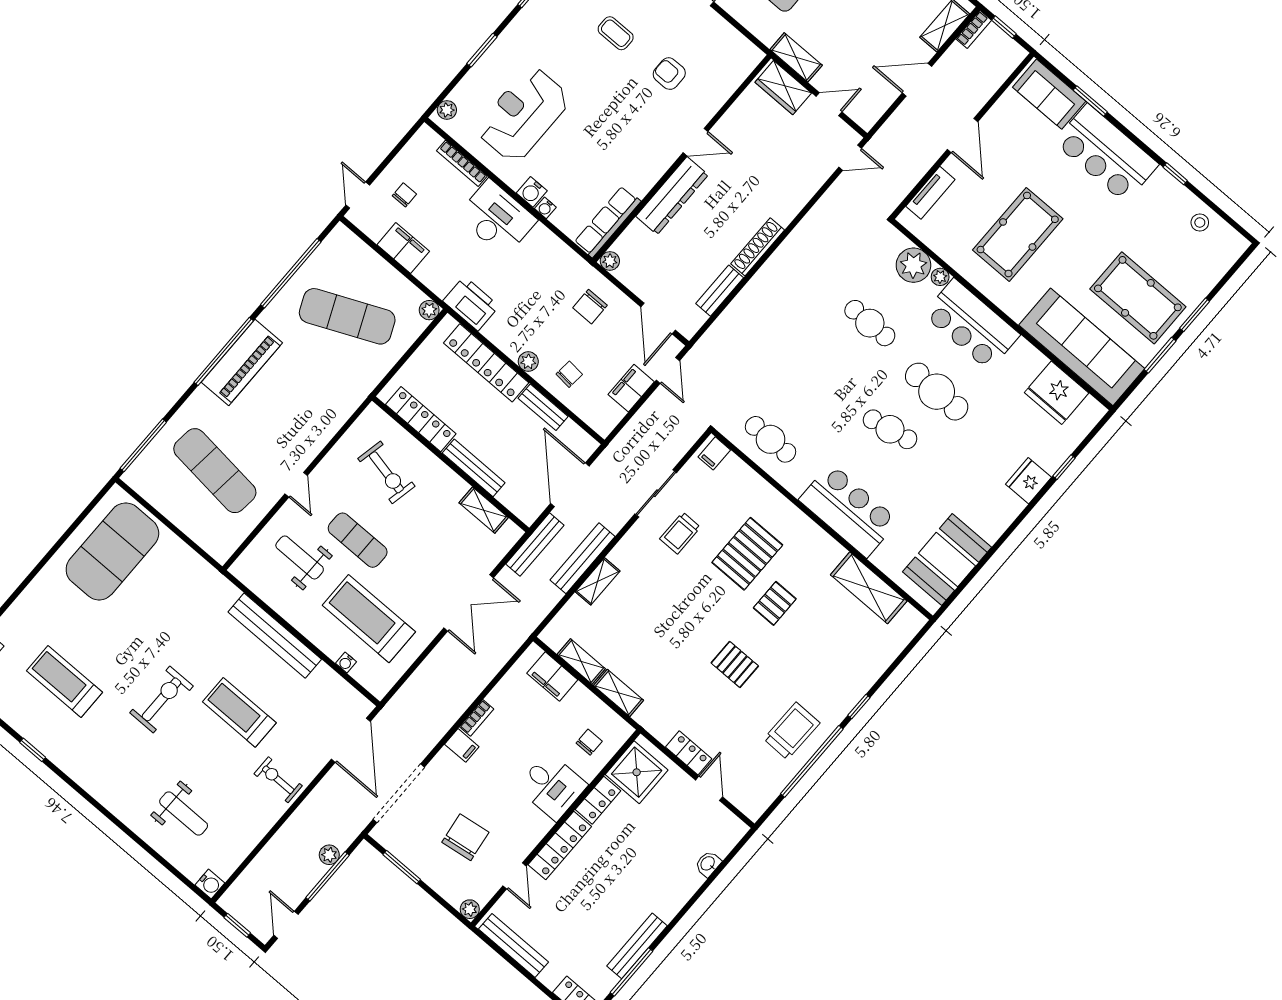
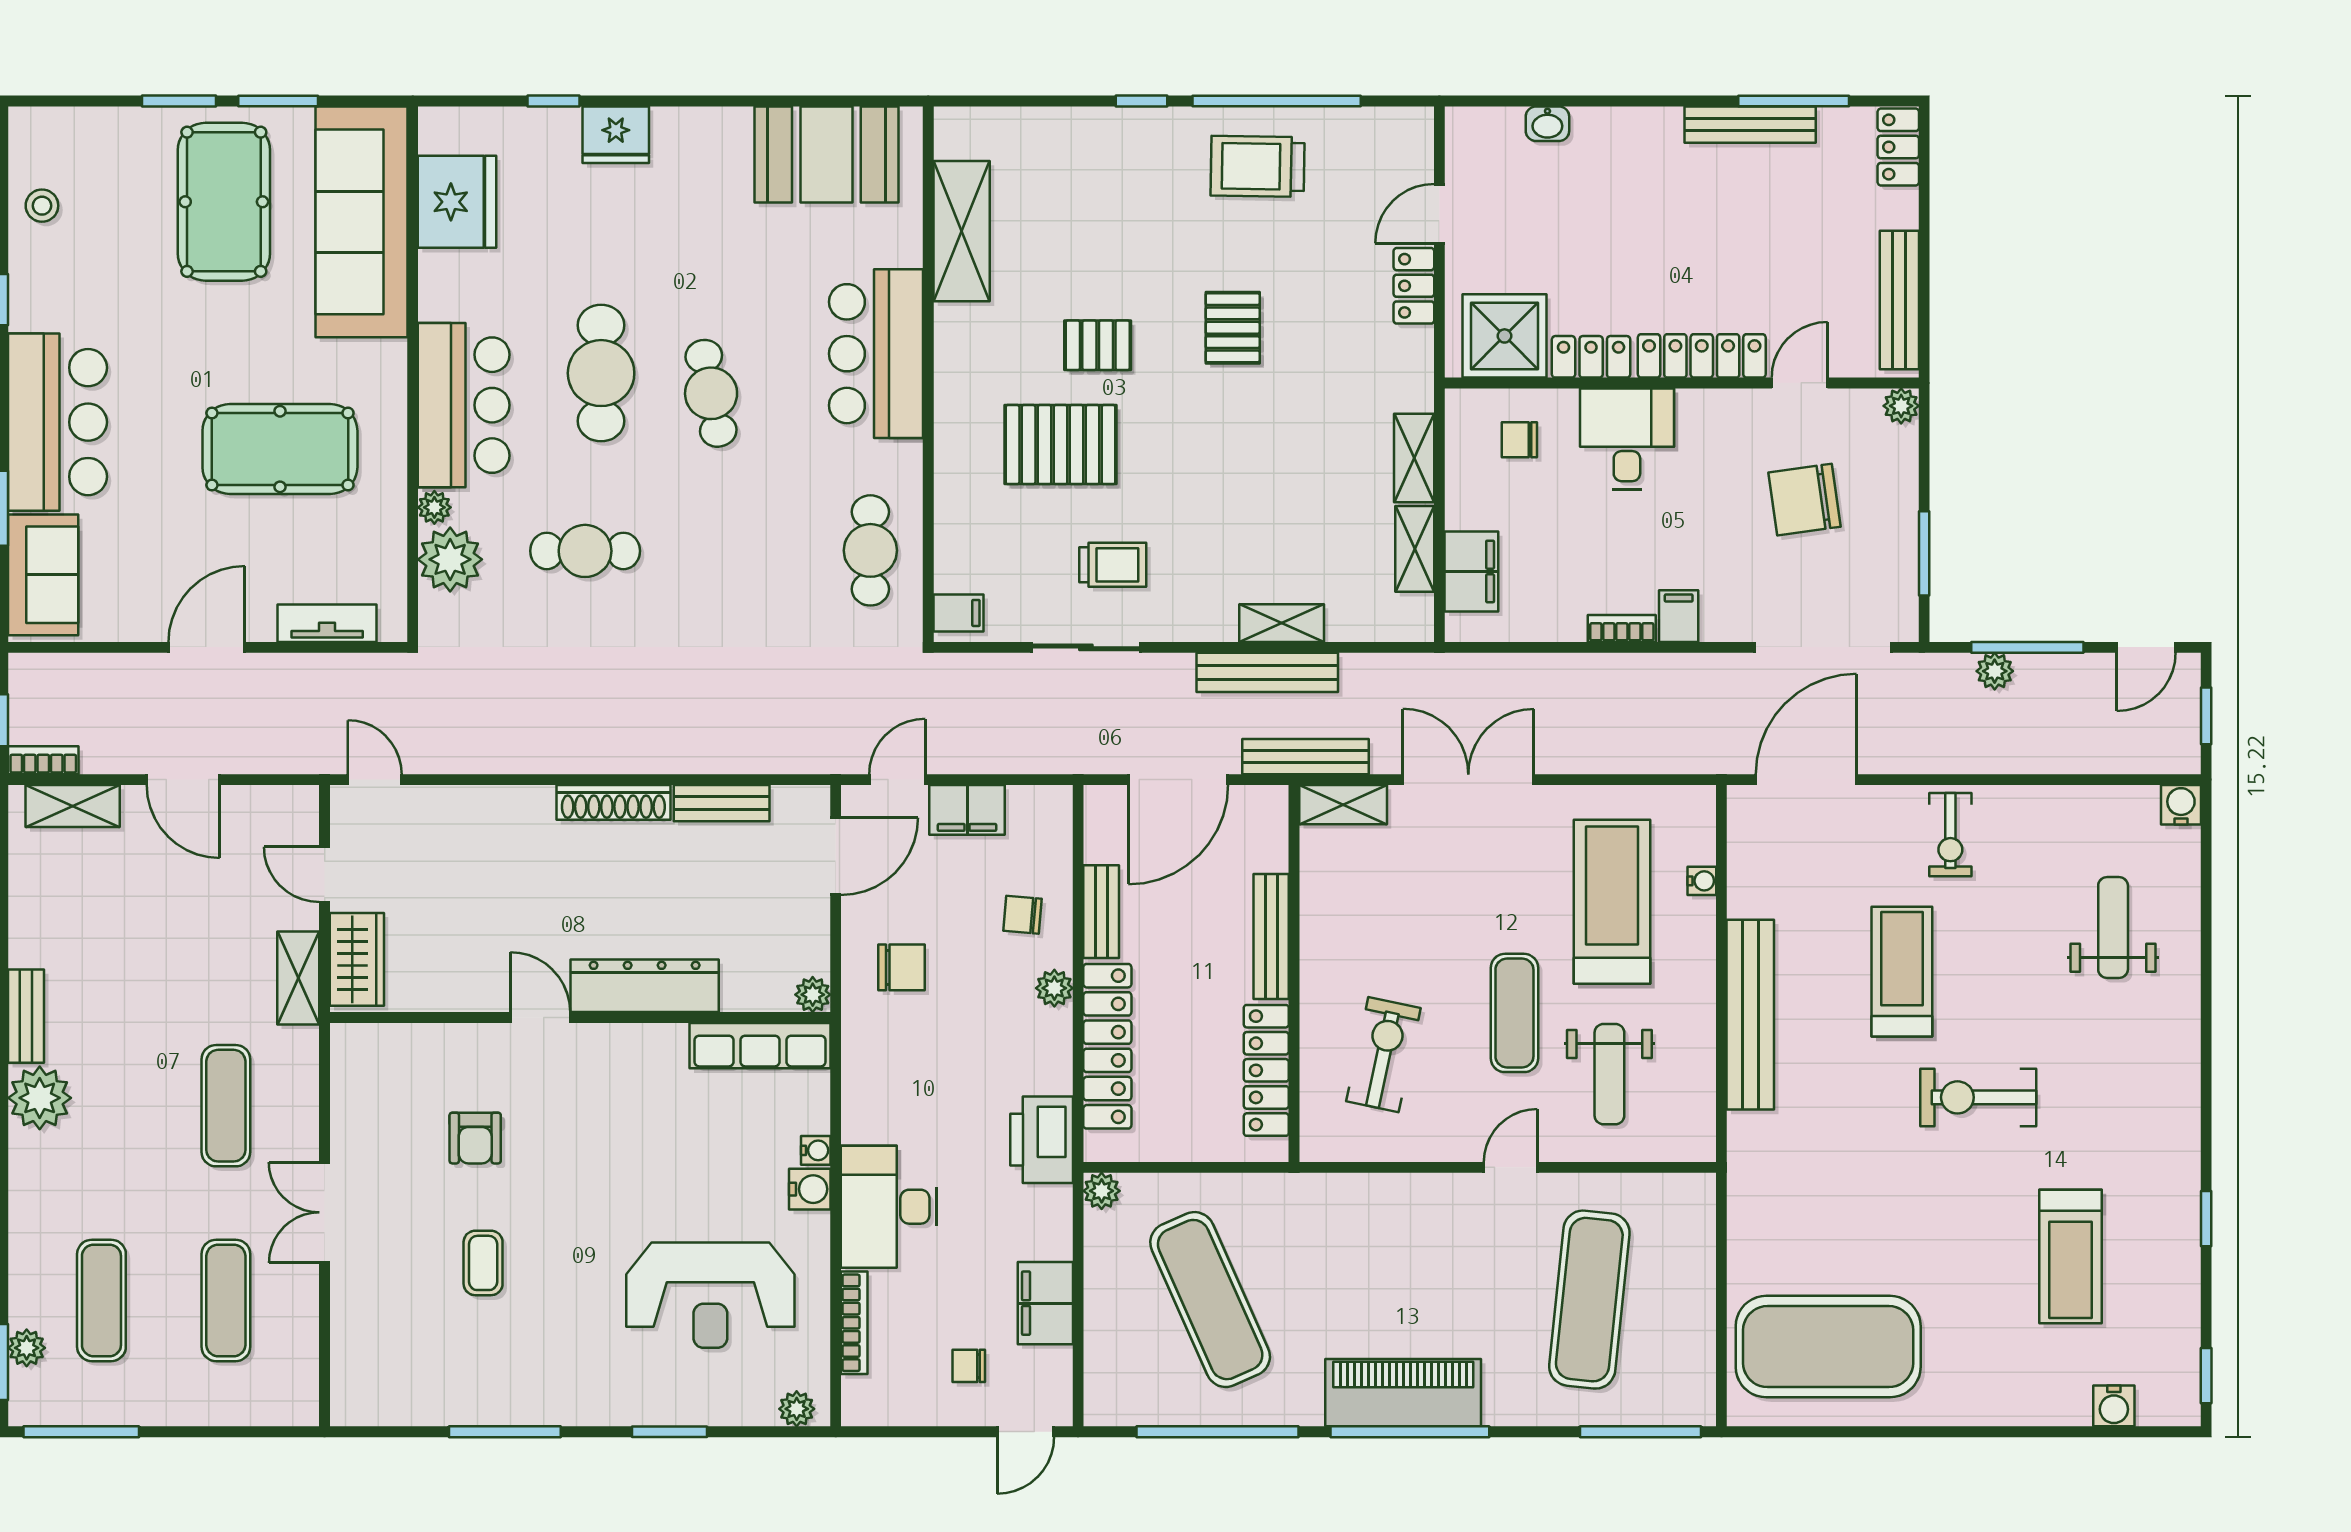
cafe table: (870, 323) -> (585, 551), turned 90
shelving: (484, 510) -> (1343, 805), moved, turned 90
treadmill: (369, 619) -> (1612, 902), turned 180
treadmill: (239, 712) -> (1902, 972), turned 180

